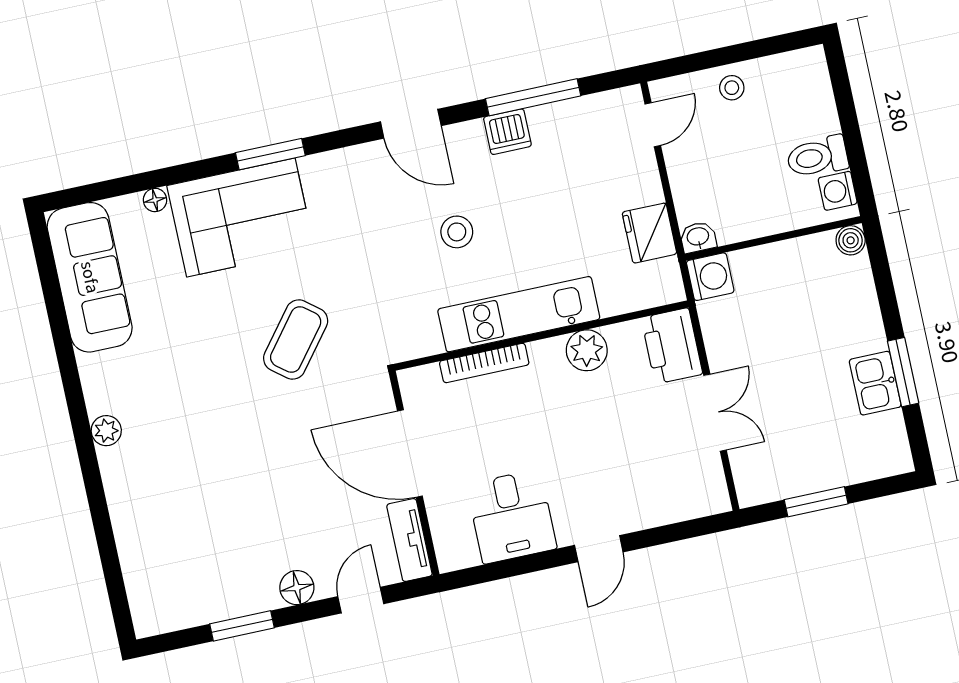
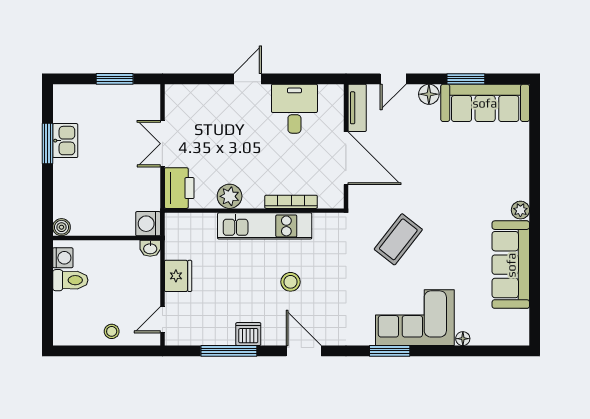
fridge: (649, 233) -> (178, 276), moved
sofa: (90, 277) -> (511, 265), moved
sofa: (202, 593) -> (485, 103), added

